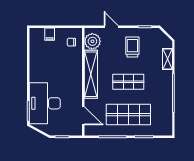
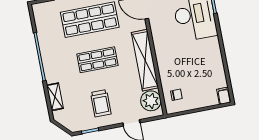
filing cabinet: (50, 34) -> (224, 96), moved

